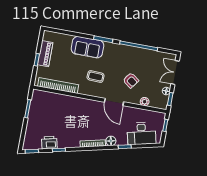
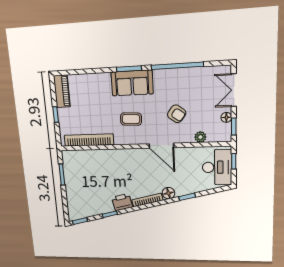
sofa: (87, 47) -> (132, 83), moved
piano: (45, 54) -> (62, 91), moved
desk: (141, 133) -> (217, 167), moved, turned -77
printer: (49, 143) -> (122, 202), moved

